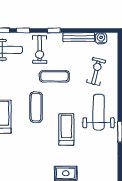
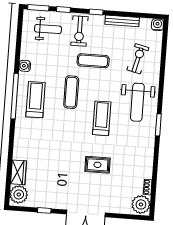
water cooler: (101, 38) -> (157, 25), moved
weight bench: (99, 112) -> (137, 102), turned 180

